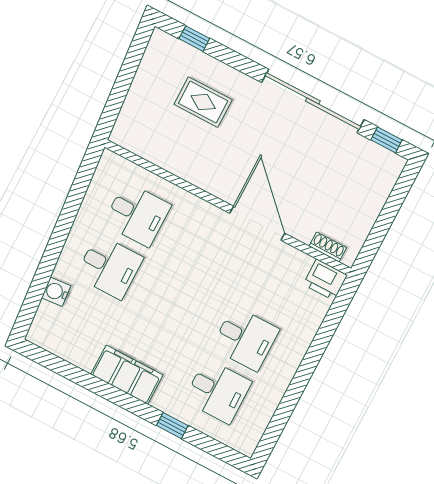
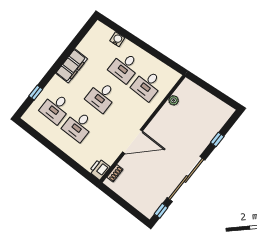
window: (194, 39) -> (217, 139), moved
rug: (203, 102) -> (195, 126), removed
plant: (159, 156) -> (174, 100), added
desk: (177, 303) -> (101, 96), added
window: (172, 426) -> (36, 93), moved

